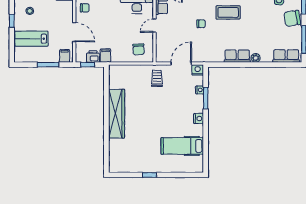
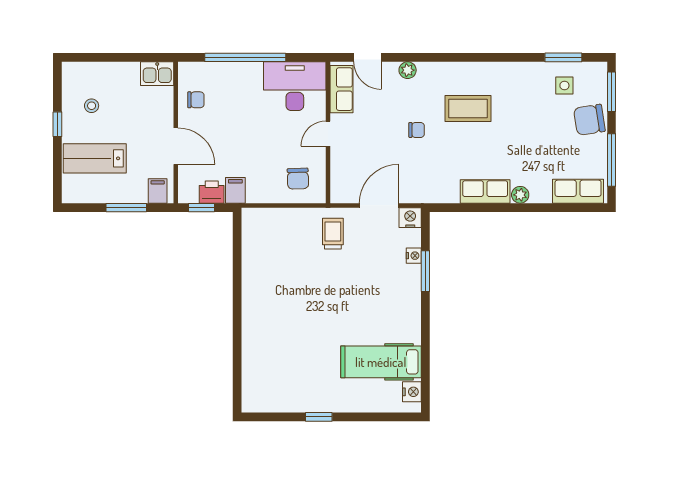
wardrobe: (117, 114) -> (256, 301), removed
nightstand: (199, 119) -> (412, 392), moved

